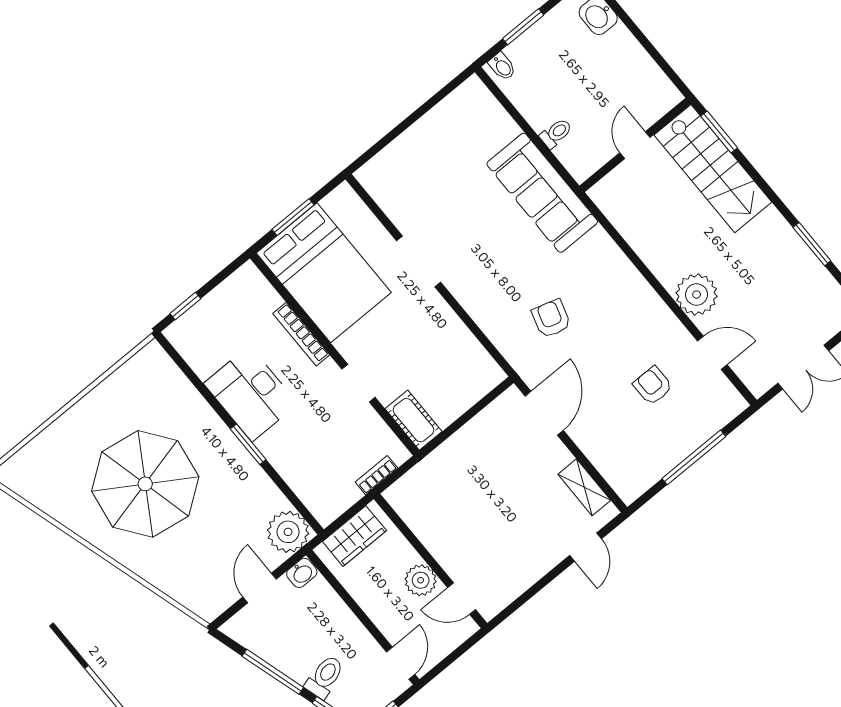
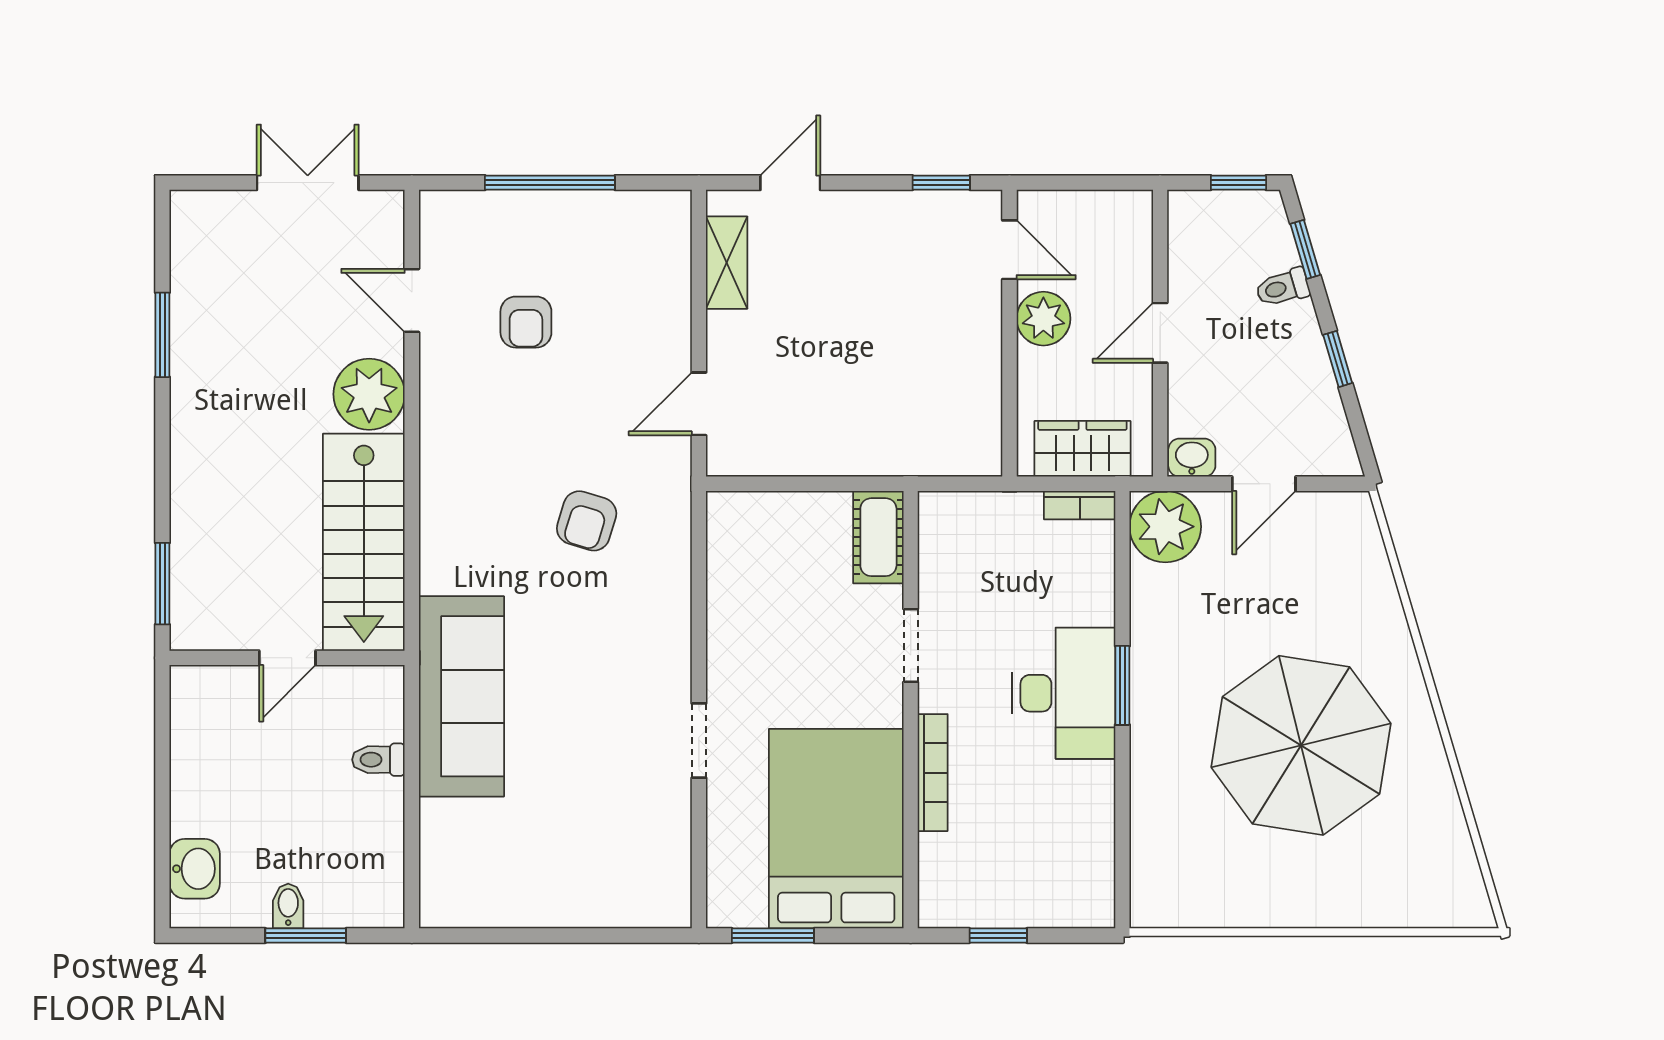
bidet: (502, 66) -> (288, 906), moved
stairs: (713, 169) -> (364, 542), moved, turned 180
window: (293, 217) -> (773, 936), moved
doorway: (419, 261) -> (699, 741), width x0.73
window: (185, 306) -> (998, 936), moved
desk: (251, 394) -> (1064, 693), moved
door: (544, 413) -> (699, 404), width x0.73
bookcase: (376, 475) -> (1080, 505), moved
window: (517, 603) -> (941, 183), added
door: (401, 663) -> (1160, 333), moved
window: (273, 672) -> (1338, 359), width x0.46
toilet: (325, 677) -> (1283, 288), width x0.73, depth x0.72

